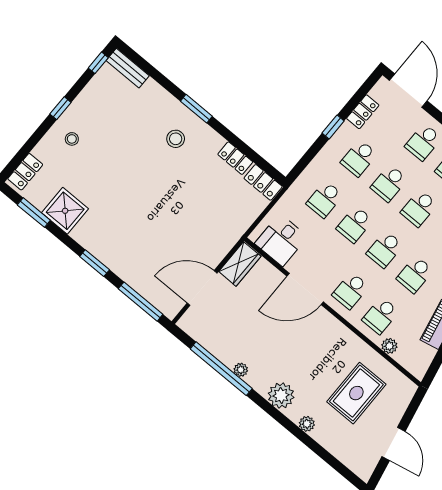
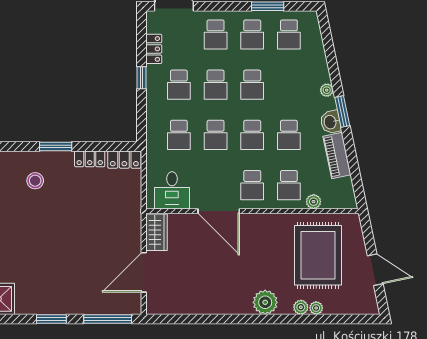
window: (196, 109) -> (56, 147), moved
door: (305, 289) -> (219, 211), hinge flipped
window: (221, 369) -> (206, 319), removed
plant: (241, 370) -> (316, 308), moved
rug: (356, 393) -> (318, 255), width x1.37, depth x1.44

